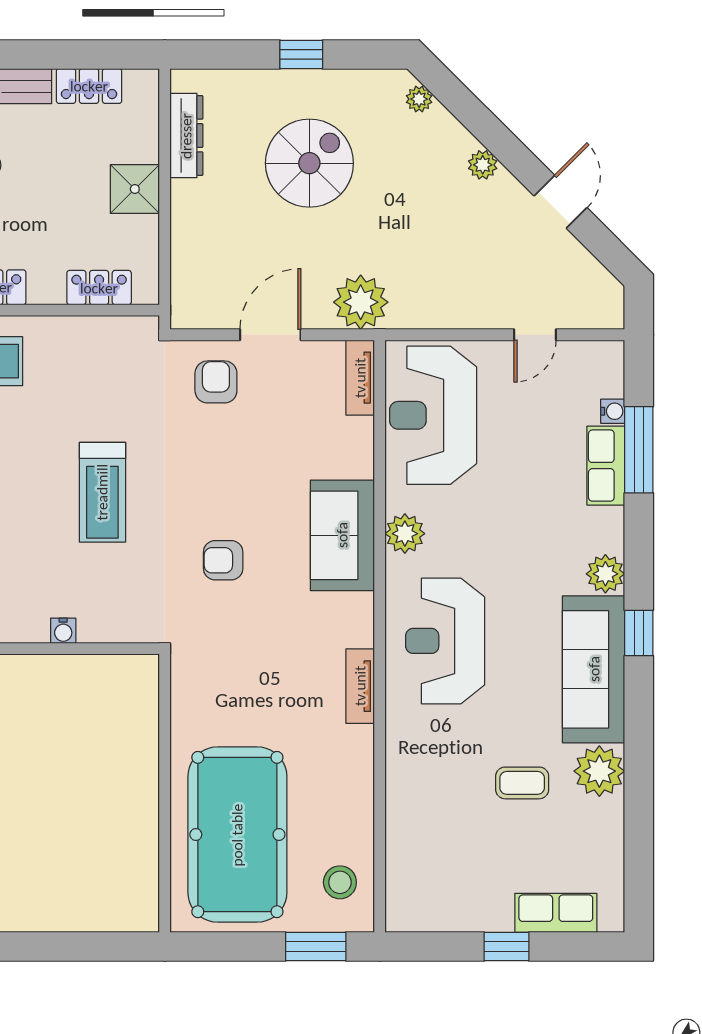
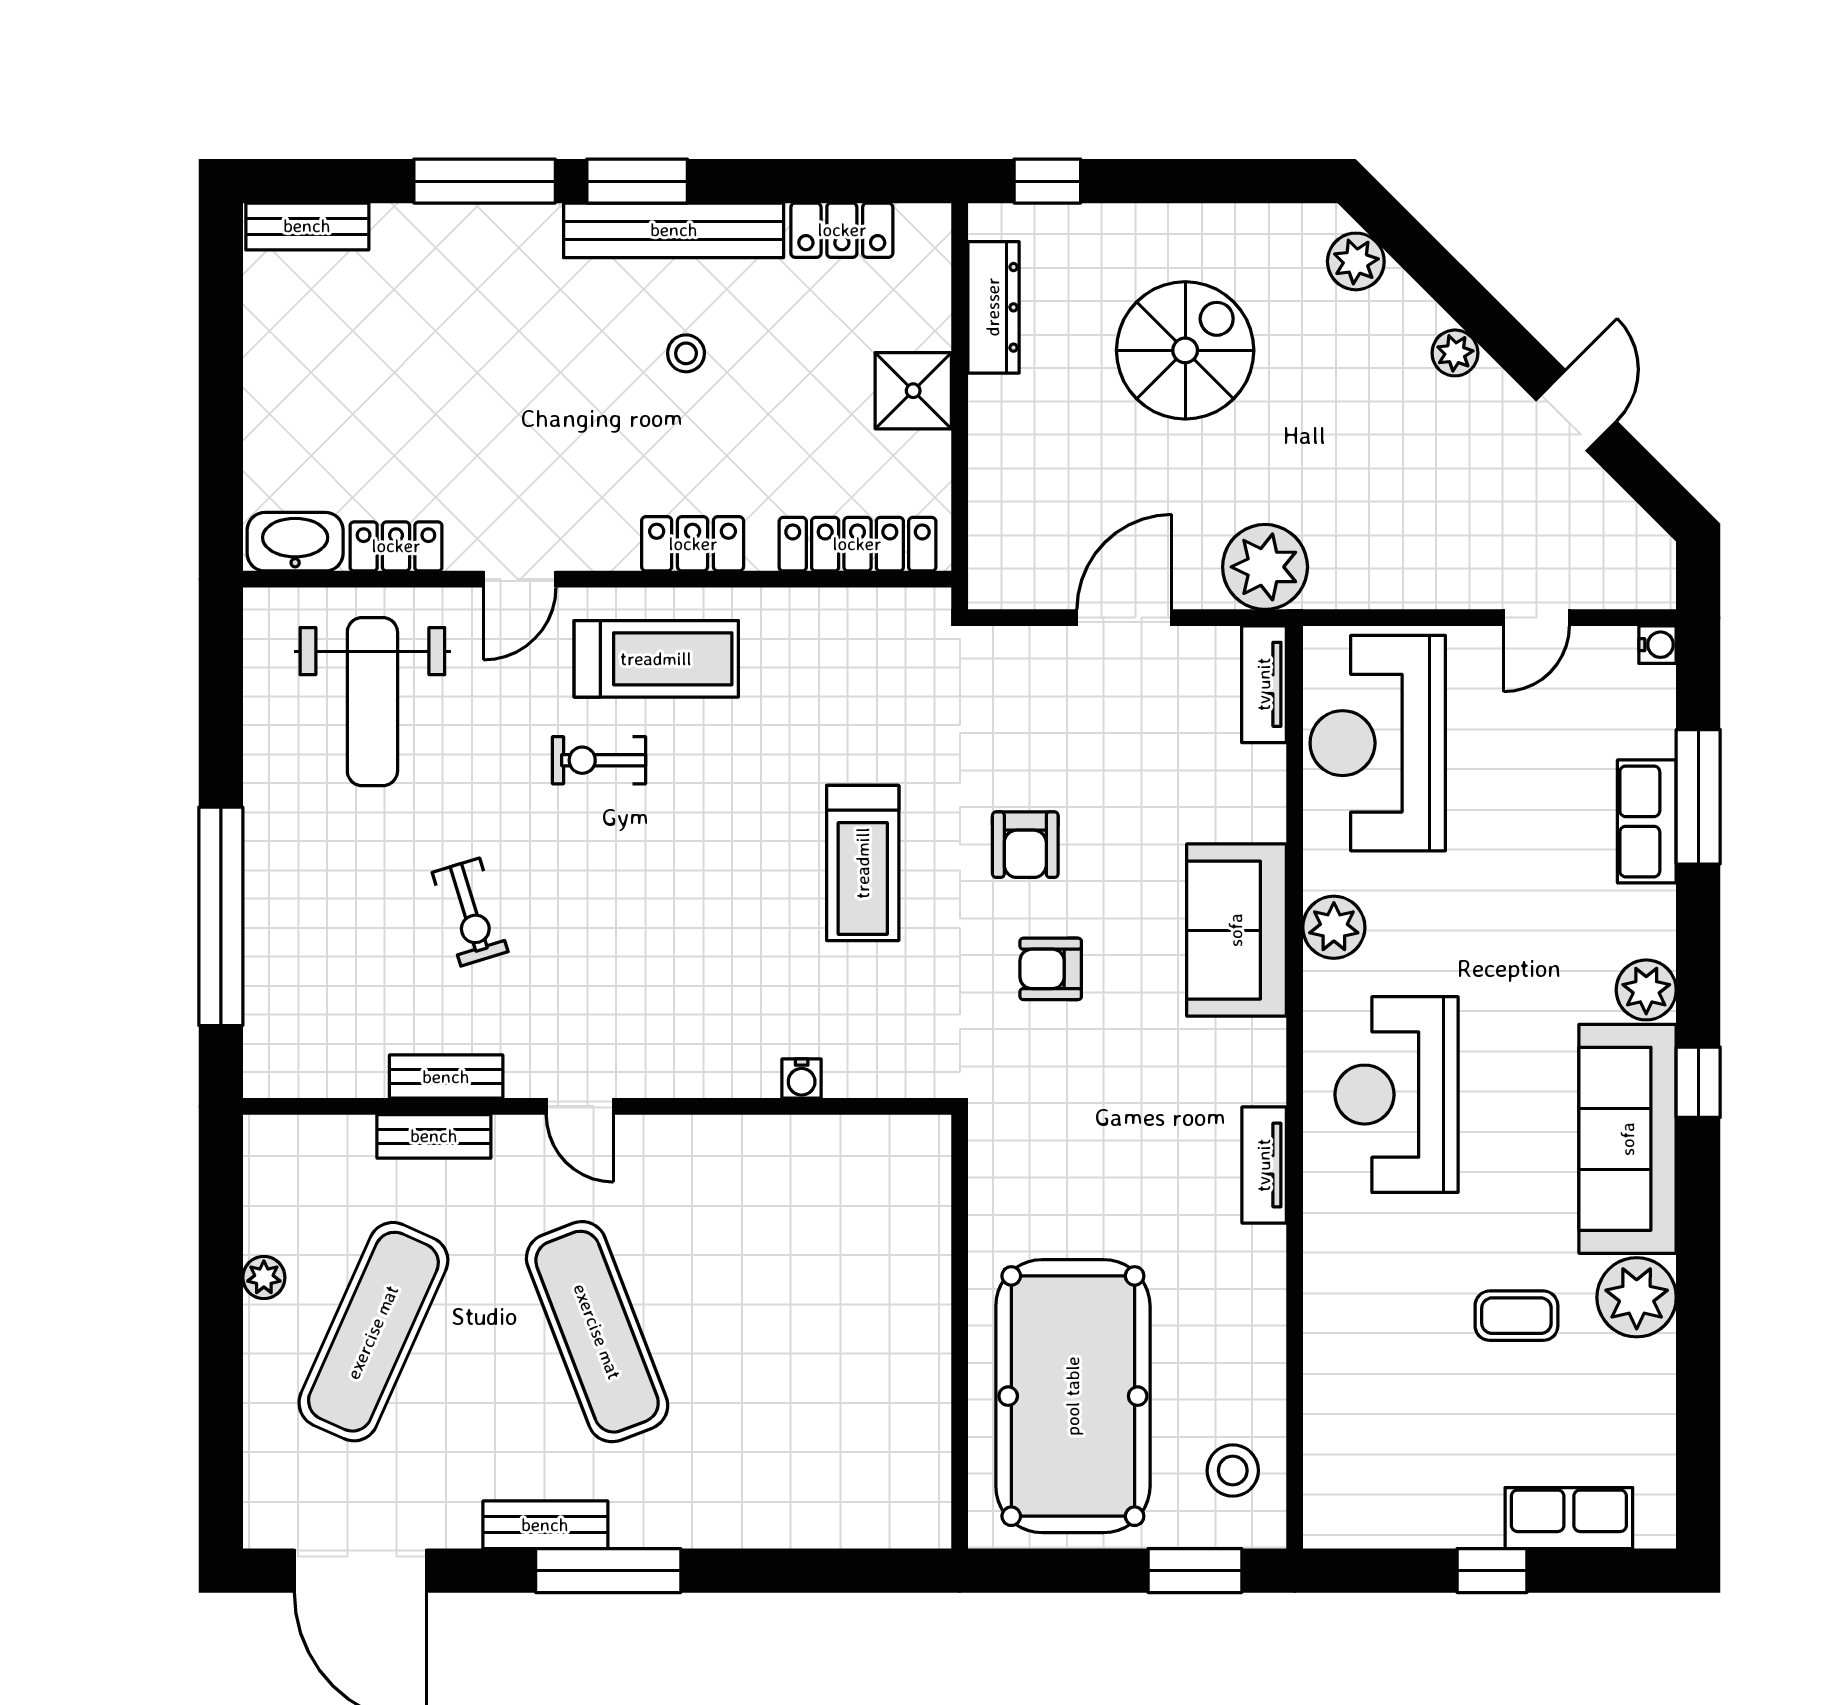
window: (301, 54) -> (1047, 181), moved
plant: (419, 99) -> (1356, 261), width x1.38, depth x1.38
locker: (99, 288) -> (857, 544), width x1.53
armchair: (216, 382) -> (1025, 845), moved, turned 180
water cooler: (613, 411) -> (1658, 645), moved

